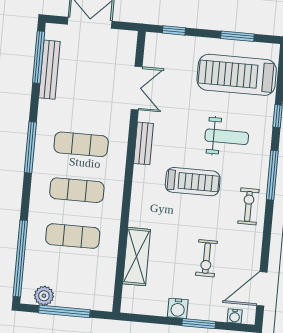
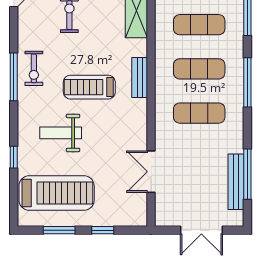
window: (174, 30) -> (103, 230), moved
window: (39, 57) -> (247, 174), moved
bench: (143, 143) -> (140, 78), moved
window: (30, 147) -> (247, 82), moved
window: (272, 175) -> (14, 77), moved

